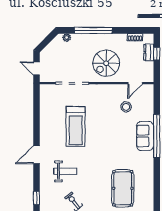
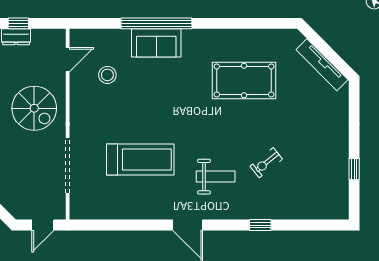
door: (135, 83) -> (68, 60), hinge flipped
weight bench: (65, 171) -> (216, 177), turned 90

